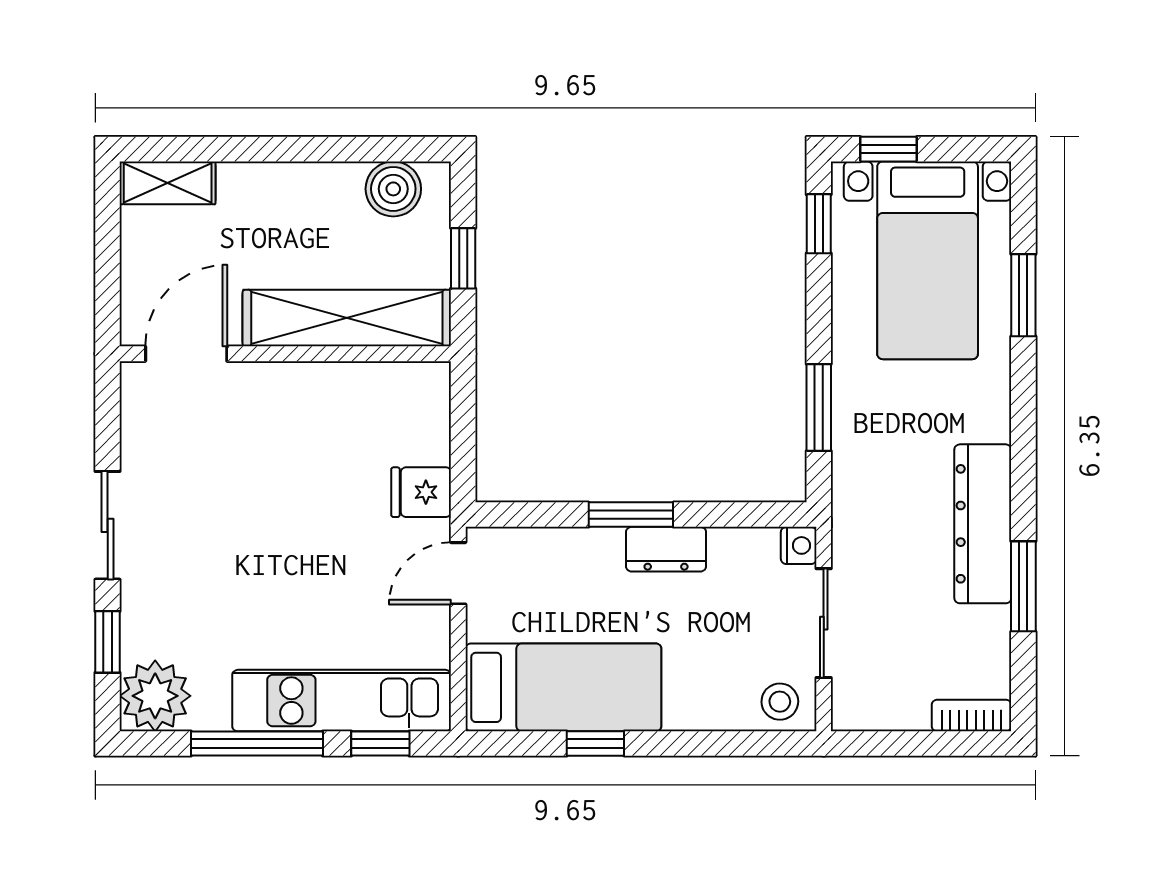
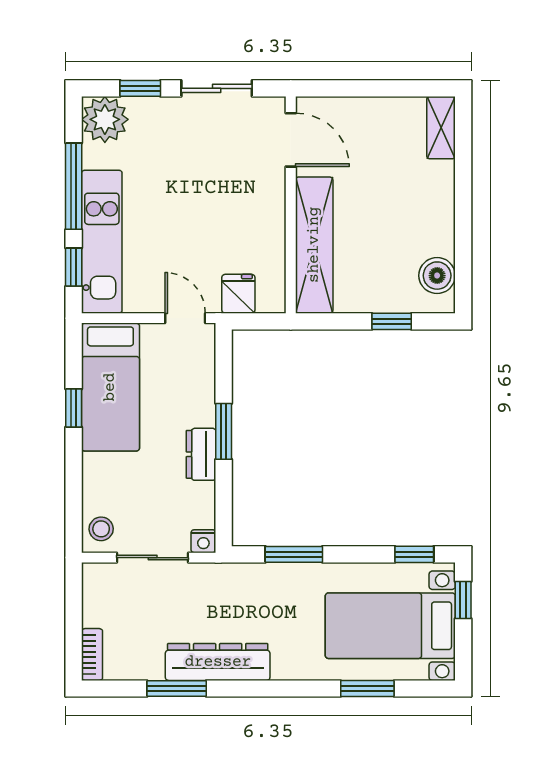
shelving: (347, 318) -> (314, 245), moved
door: (186, 354) -> (291, 140), moved
wall: (285, 354) -> (291, 205), moved

